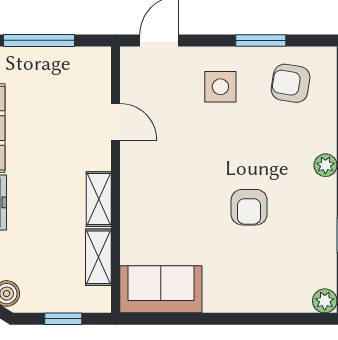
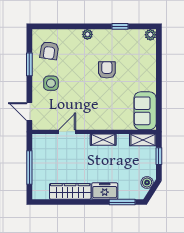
armchair: (249, 207) -> (107, 70), turned -90
shelving: (98, 257) -> (143, 140), moved

